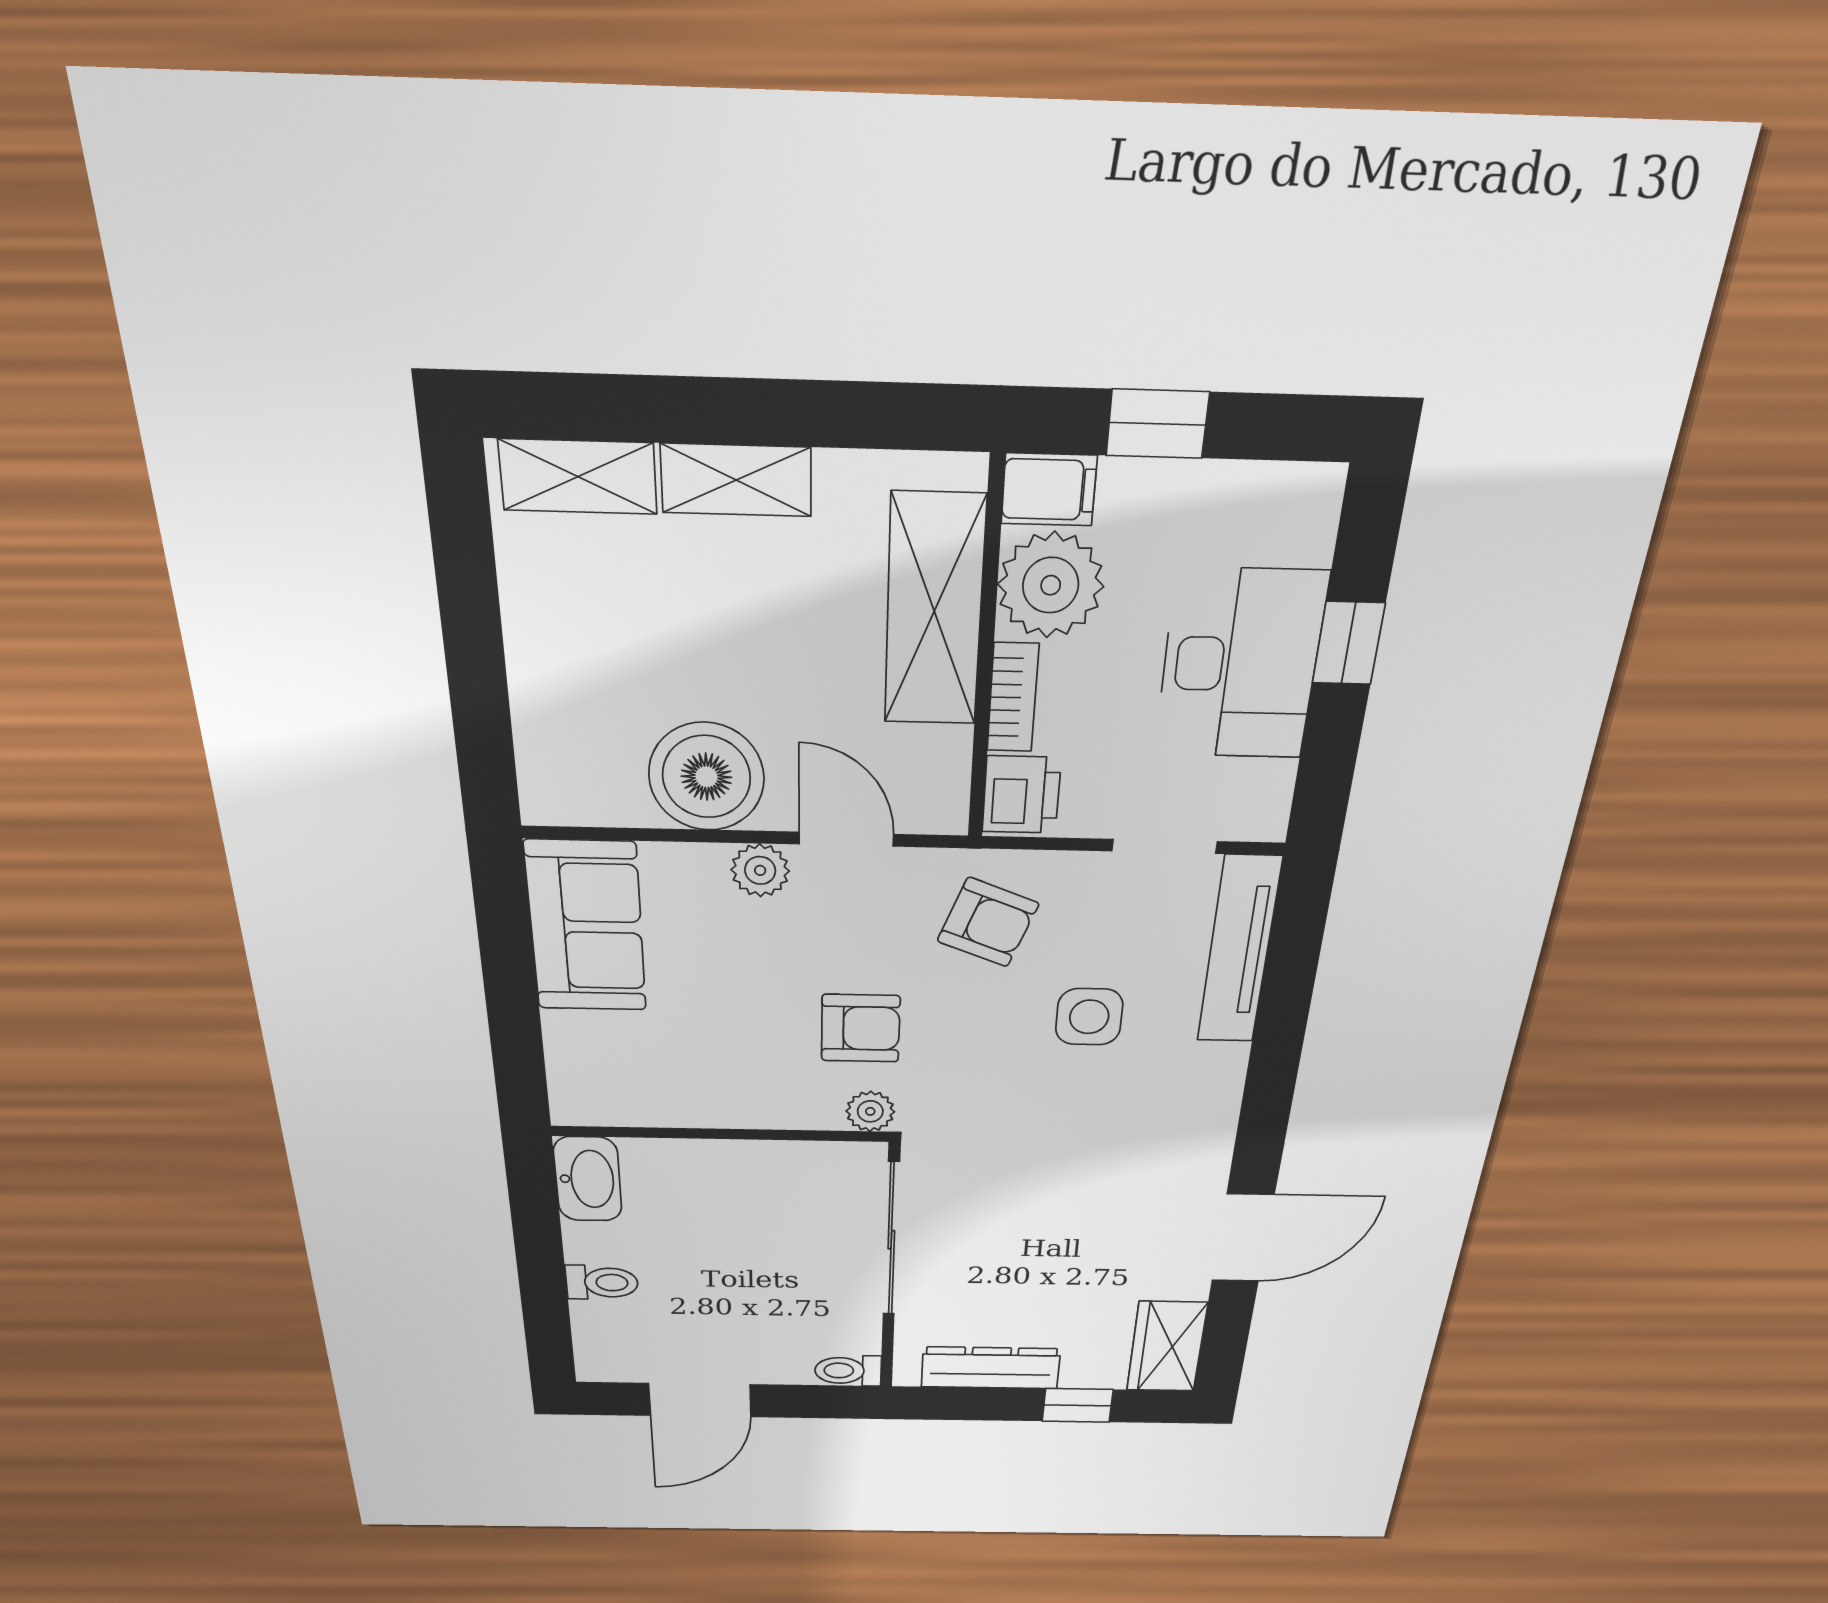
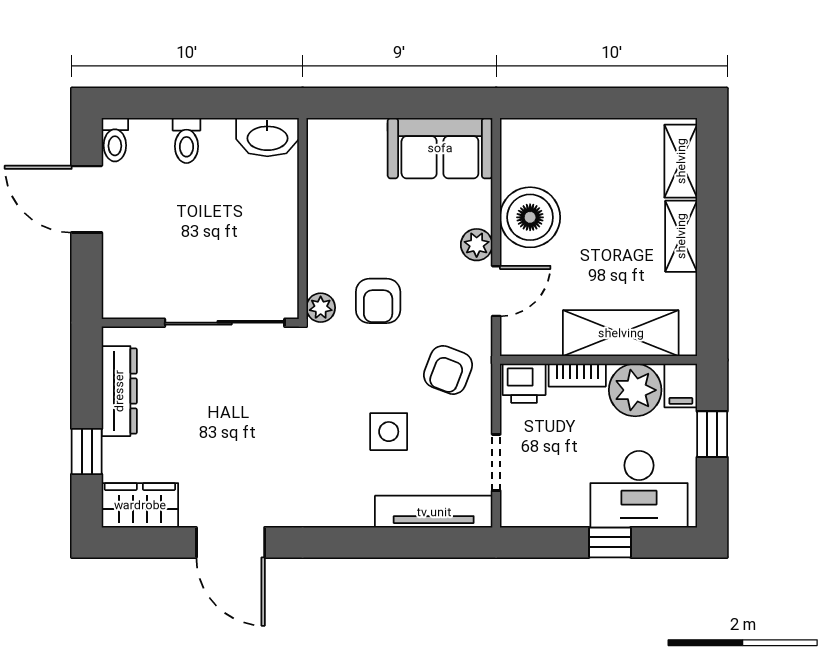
desk: (1240, 664) -> (639, 489), moved
toilet: (848, 1371) -> (115, 140), moved, turned 180

